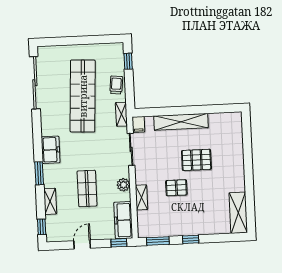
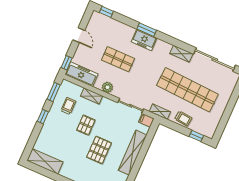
freezer: (51, 150) -> (144, 40), moved
shelving: (50, 201) -> (181, 54), moved
trolley: (165, 217) -> (68, 106), added

